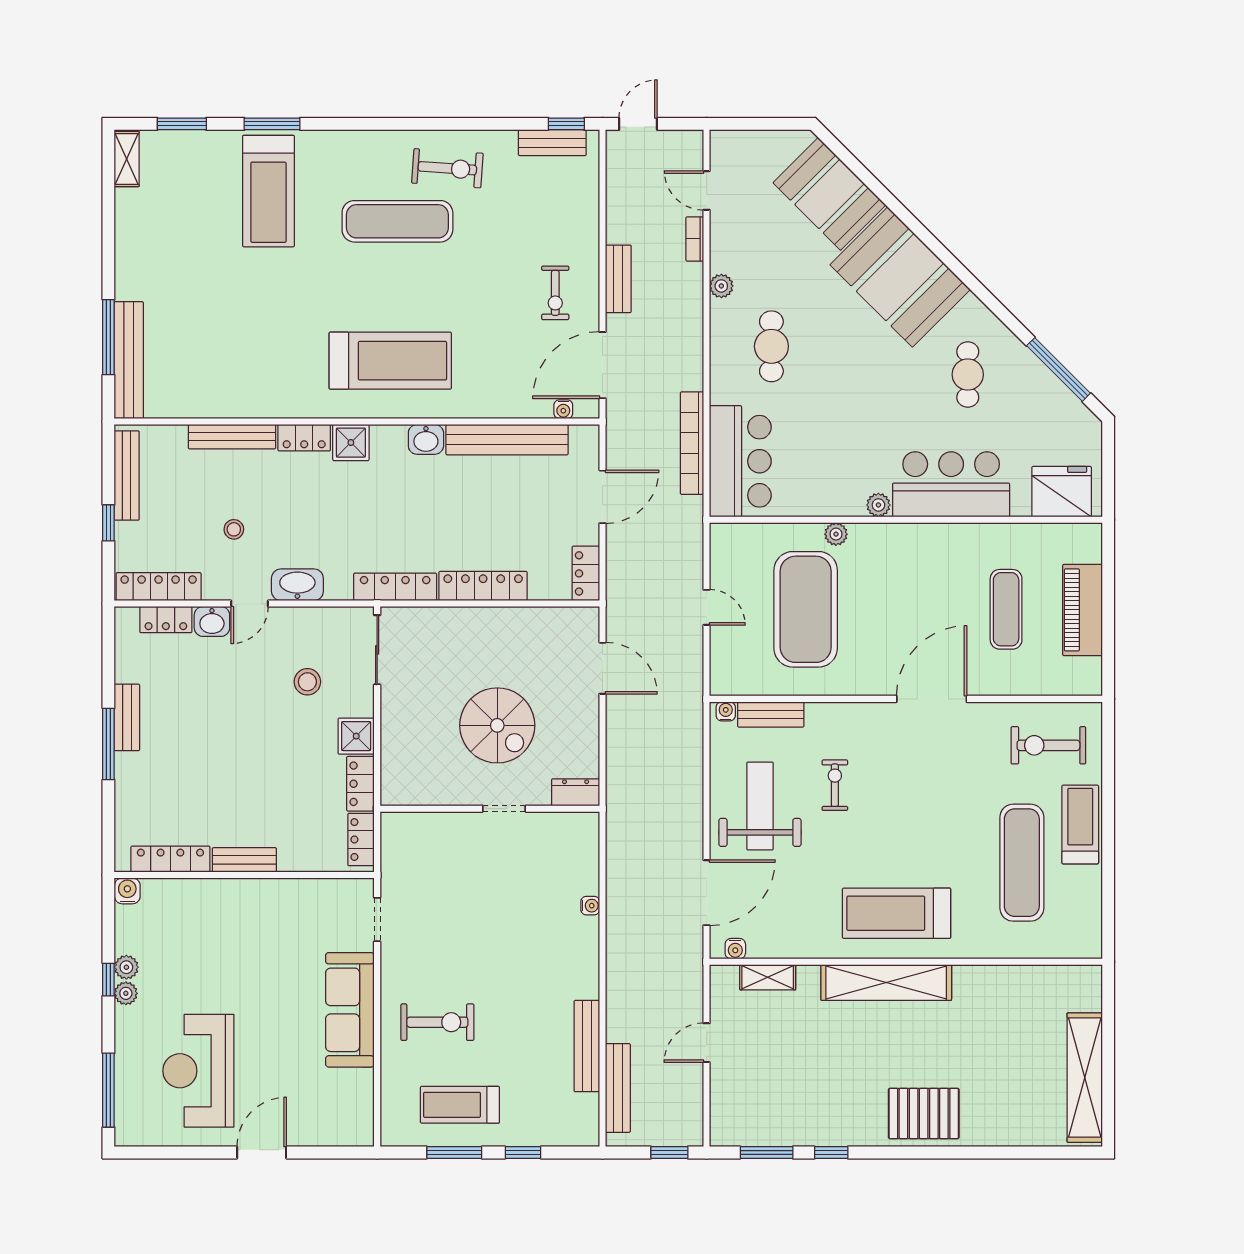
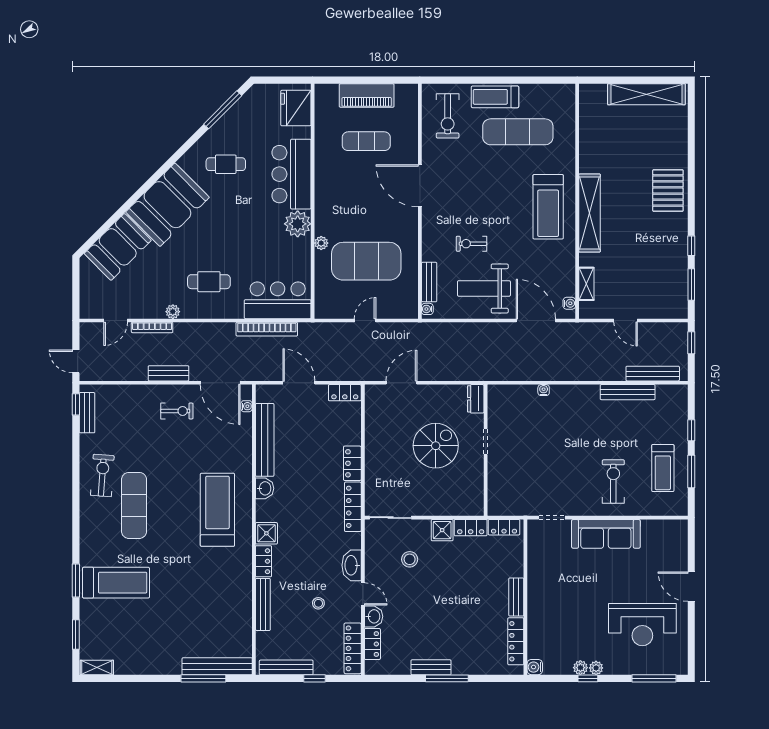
bookcase: (695, 239) -> (152, 327), width x1.56
plant: (878, 505) -> (298, 224), width x1.88, depth x1.88
locker: (483, 586) -> (352, 463), width x0.66

